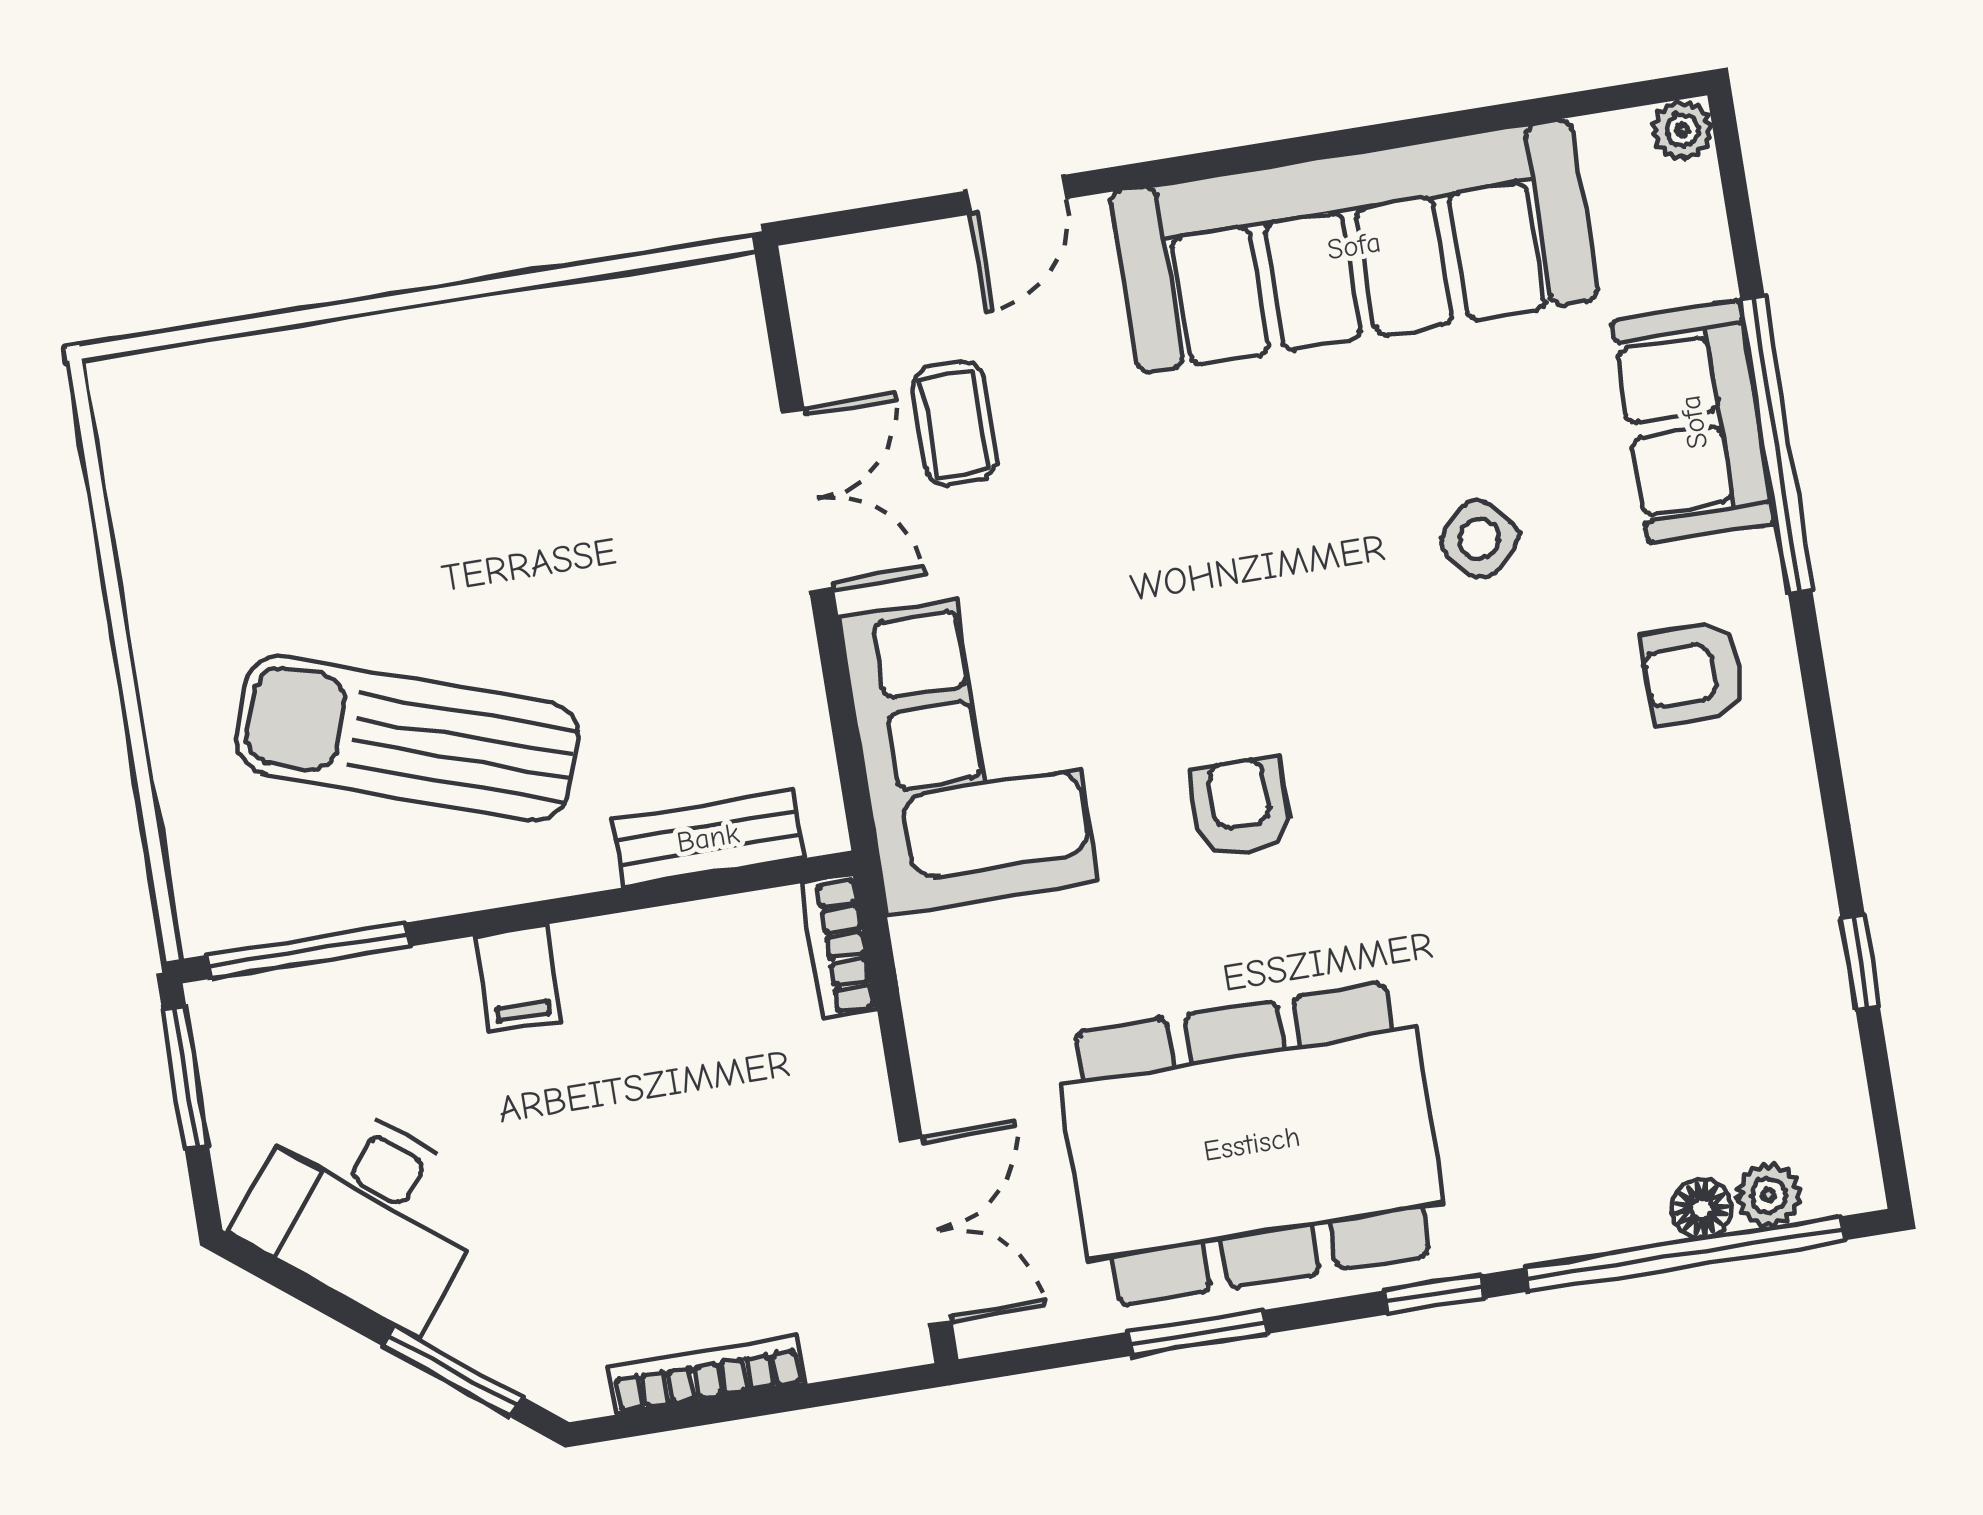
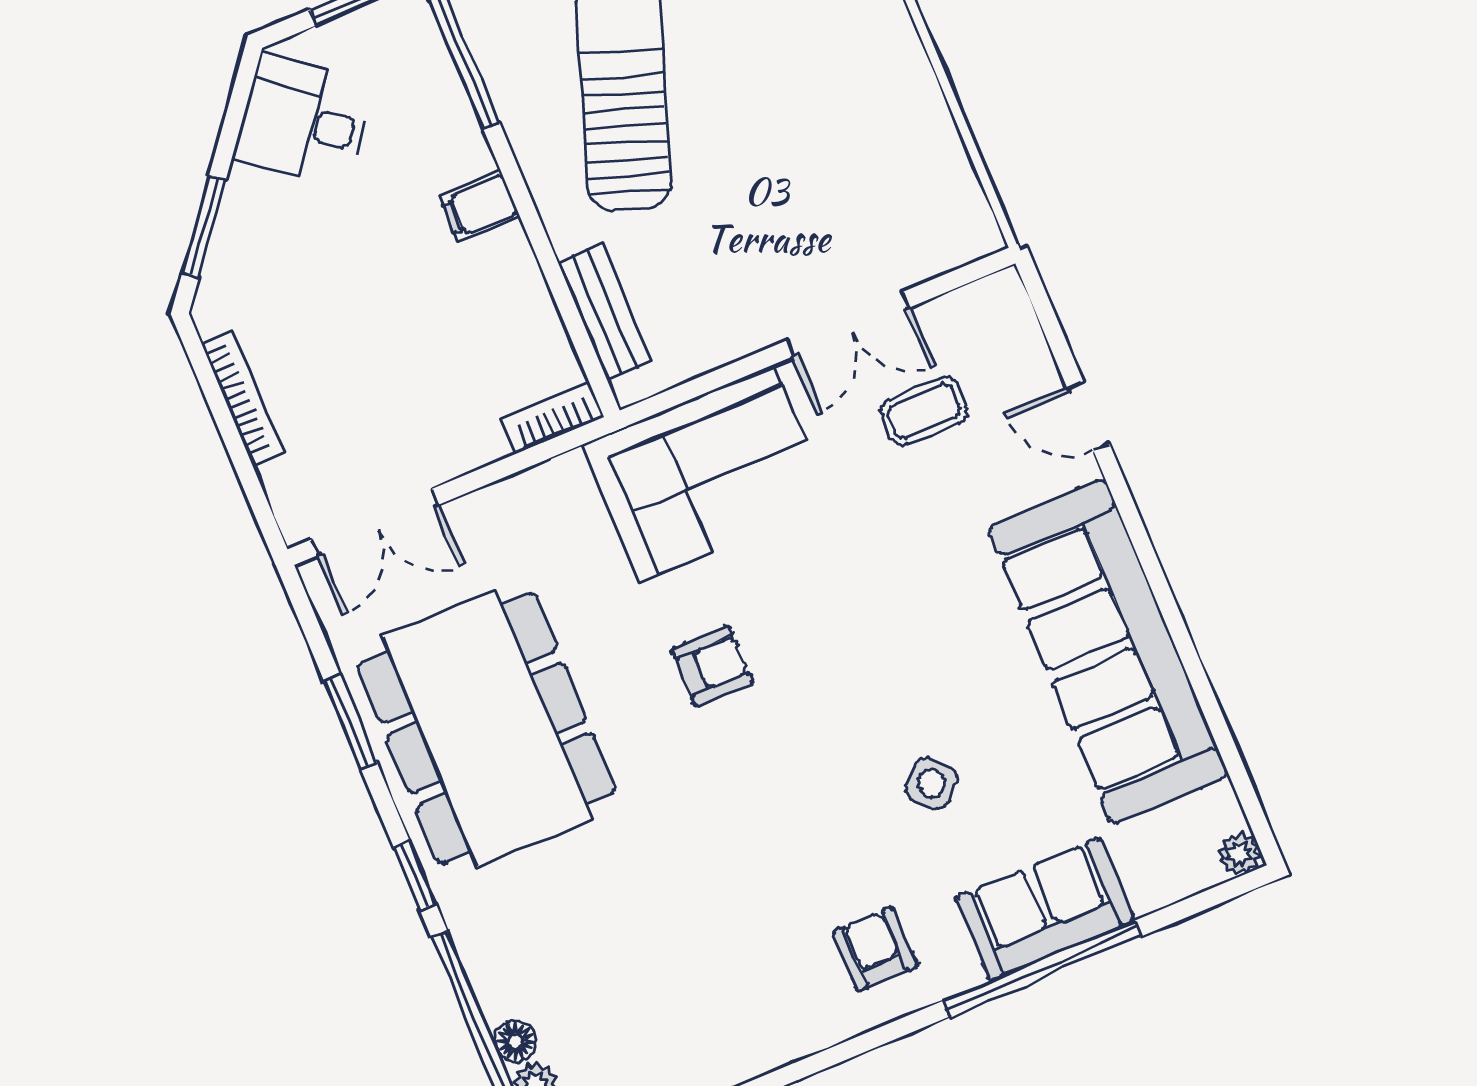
desk: (365, 1211) -> (304, 121), width x0.73

